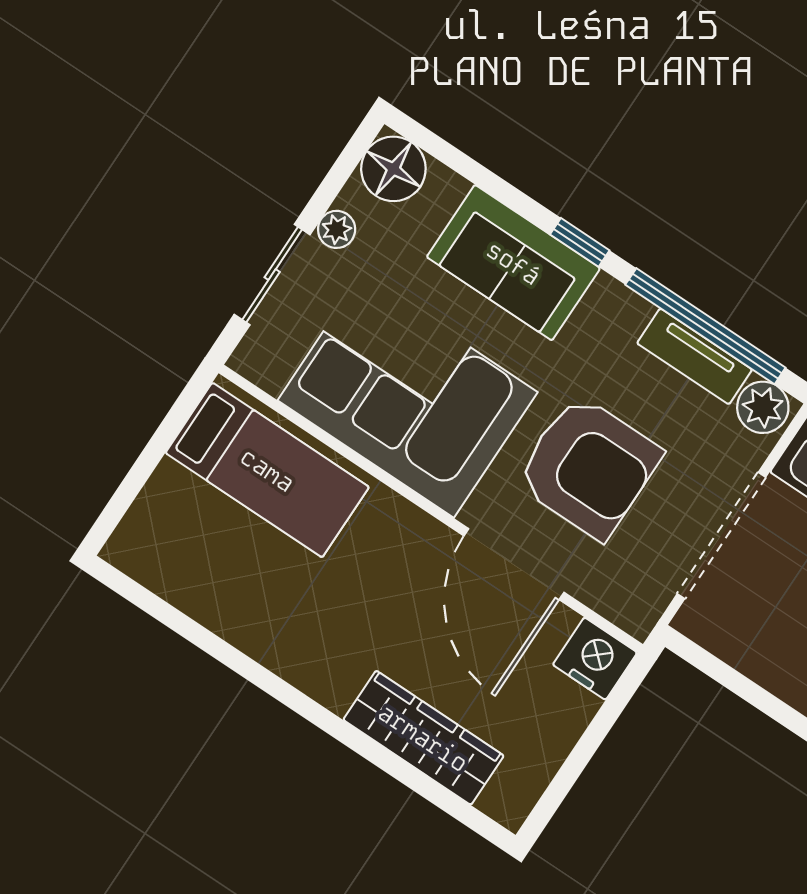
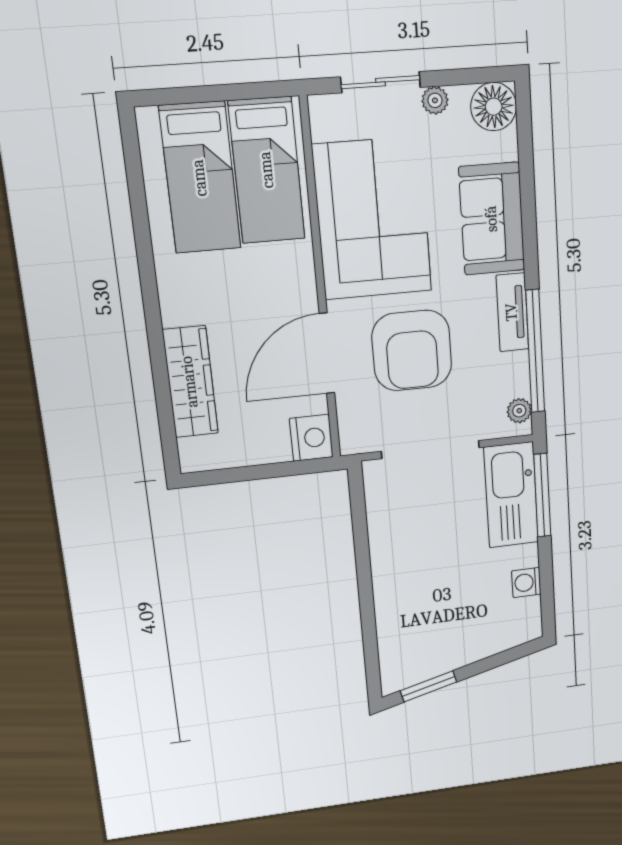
window: (580, 242) -> (530, 247), removed
tv unit: (695, 356) -> (512, 312), moved
plant: (763, 407) -> (519, 411), width x0.73, depth x0.73
bed: (219, 546) -> (200, 178), added

